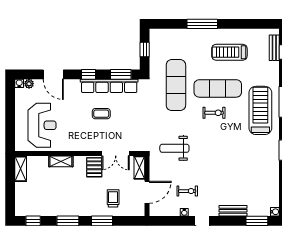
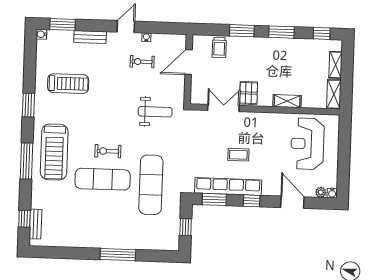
treadmill: (229, 52) -> (68, 84), moved
shelving: (139, 168) -> (335, 65), moved
trolley: (113, 198) -> (219, 47), moved

